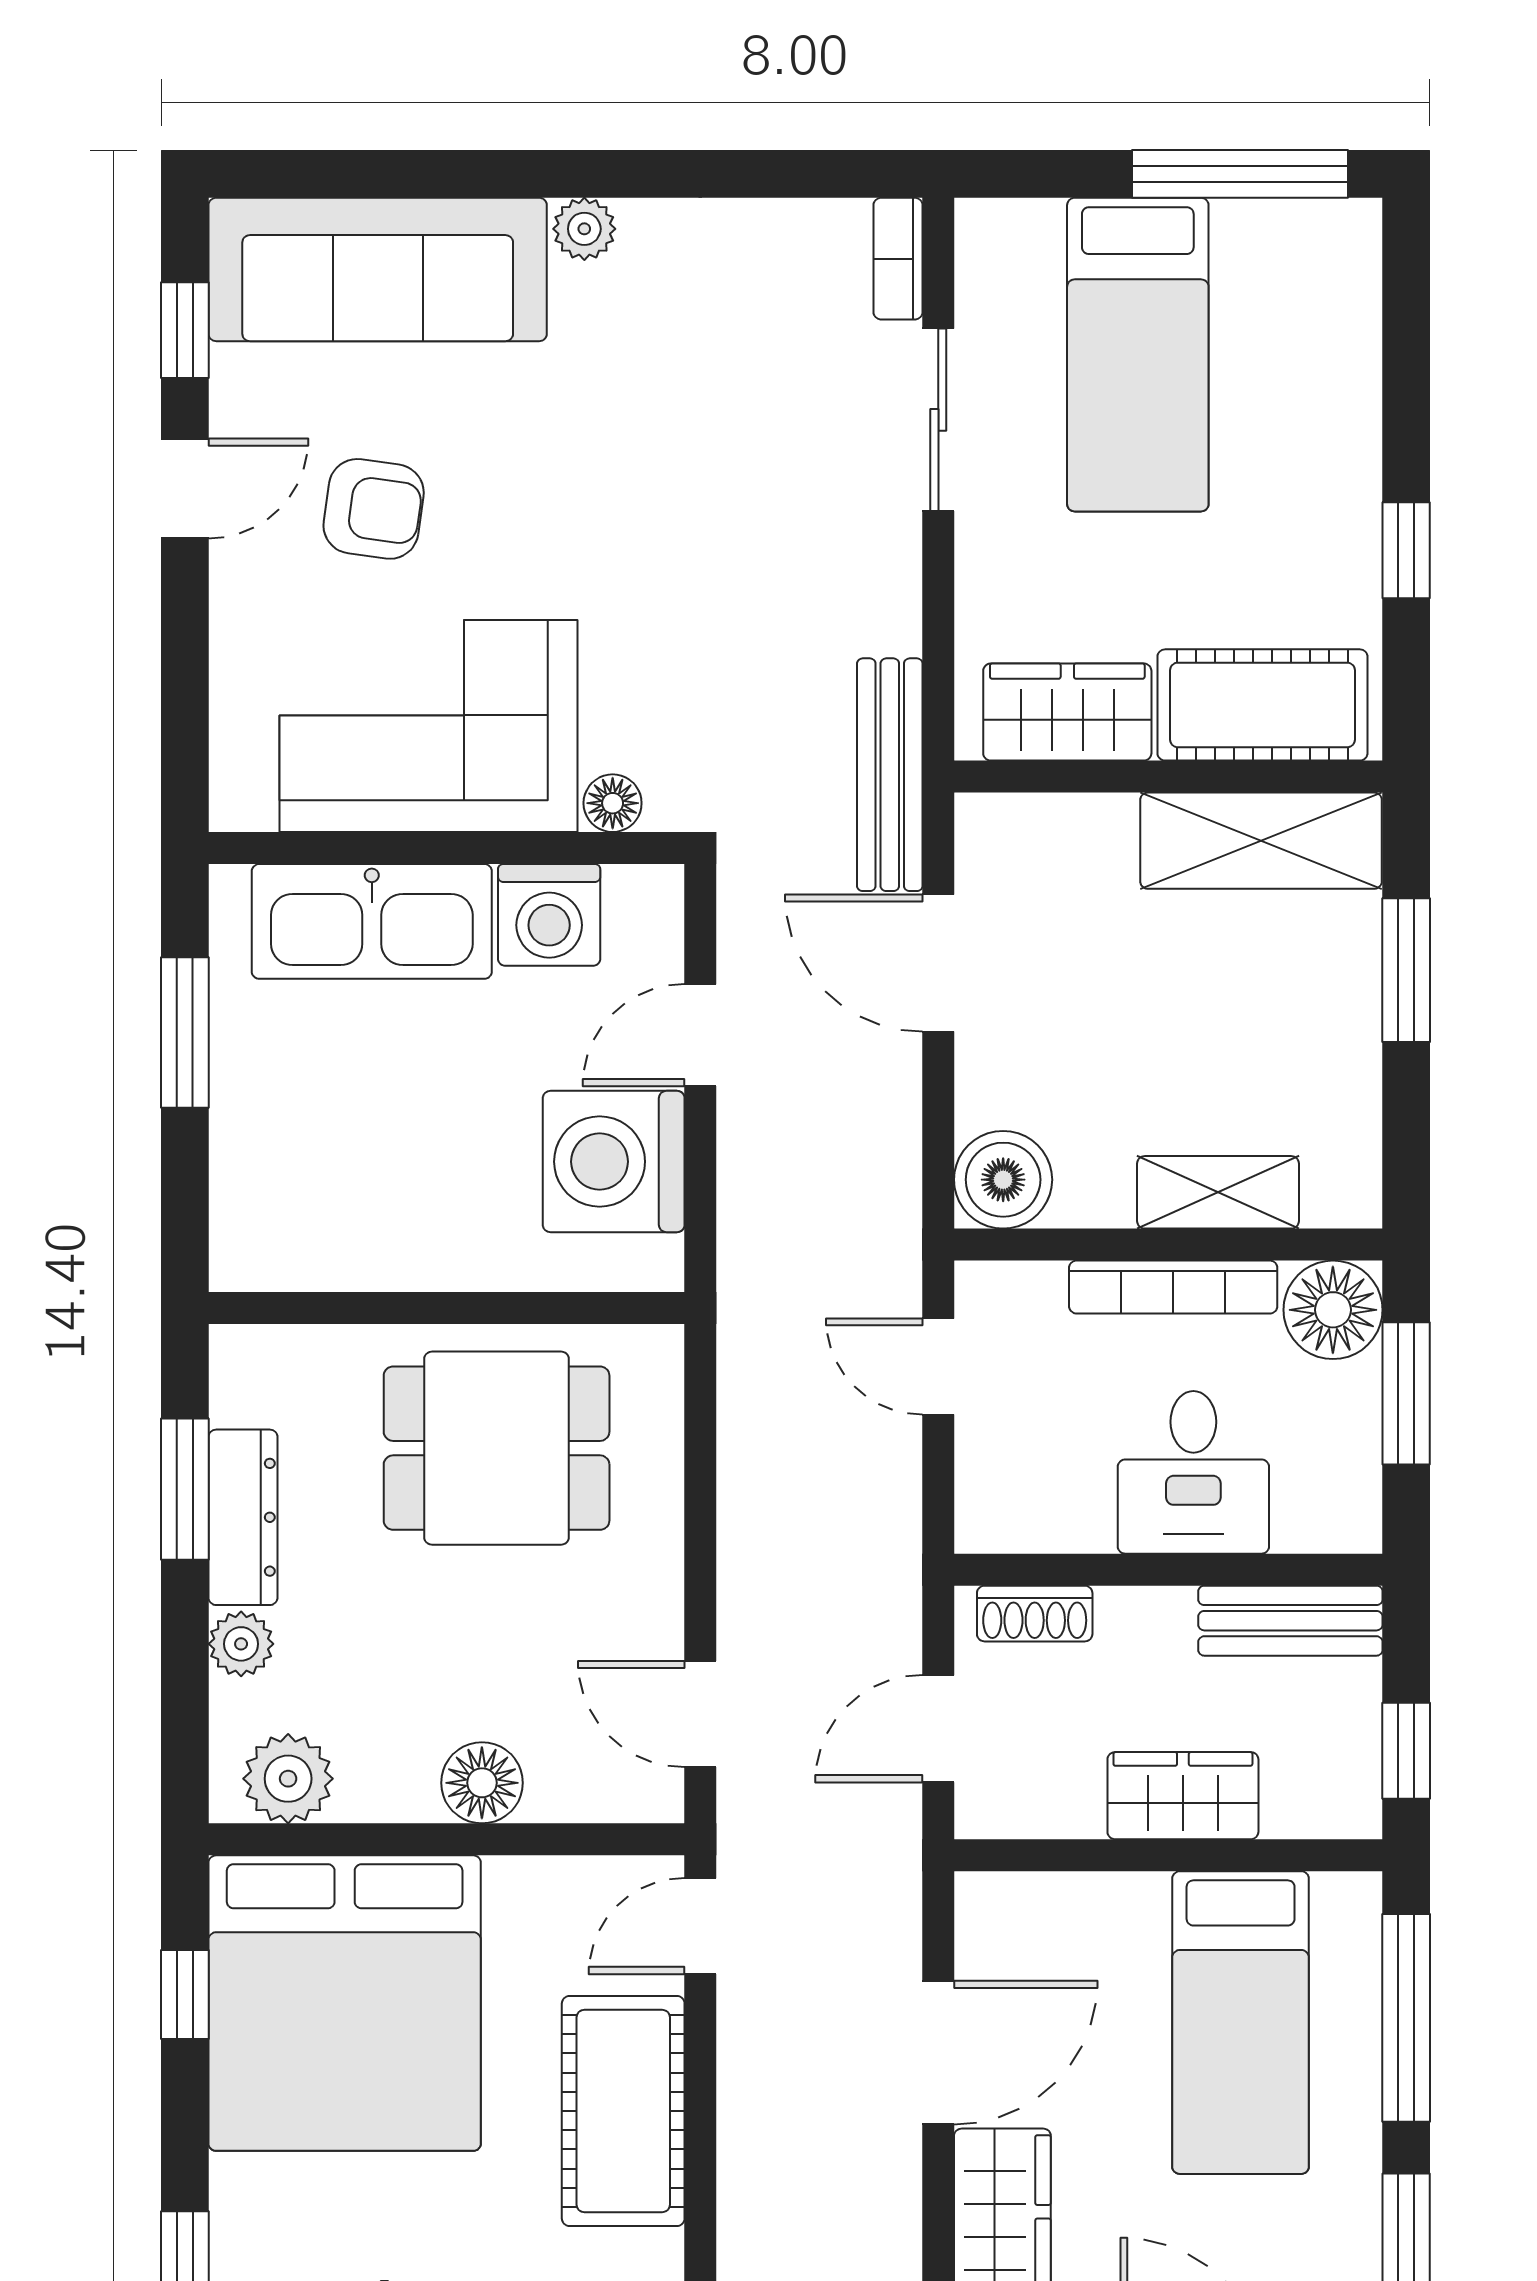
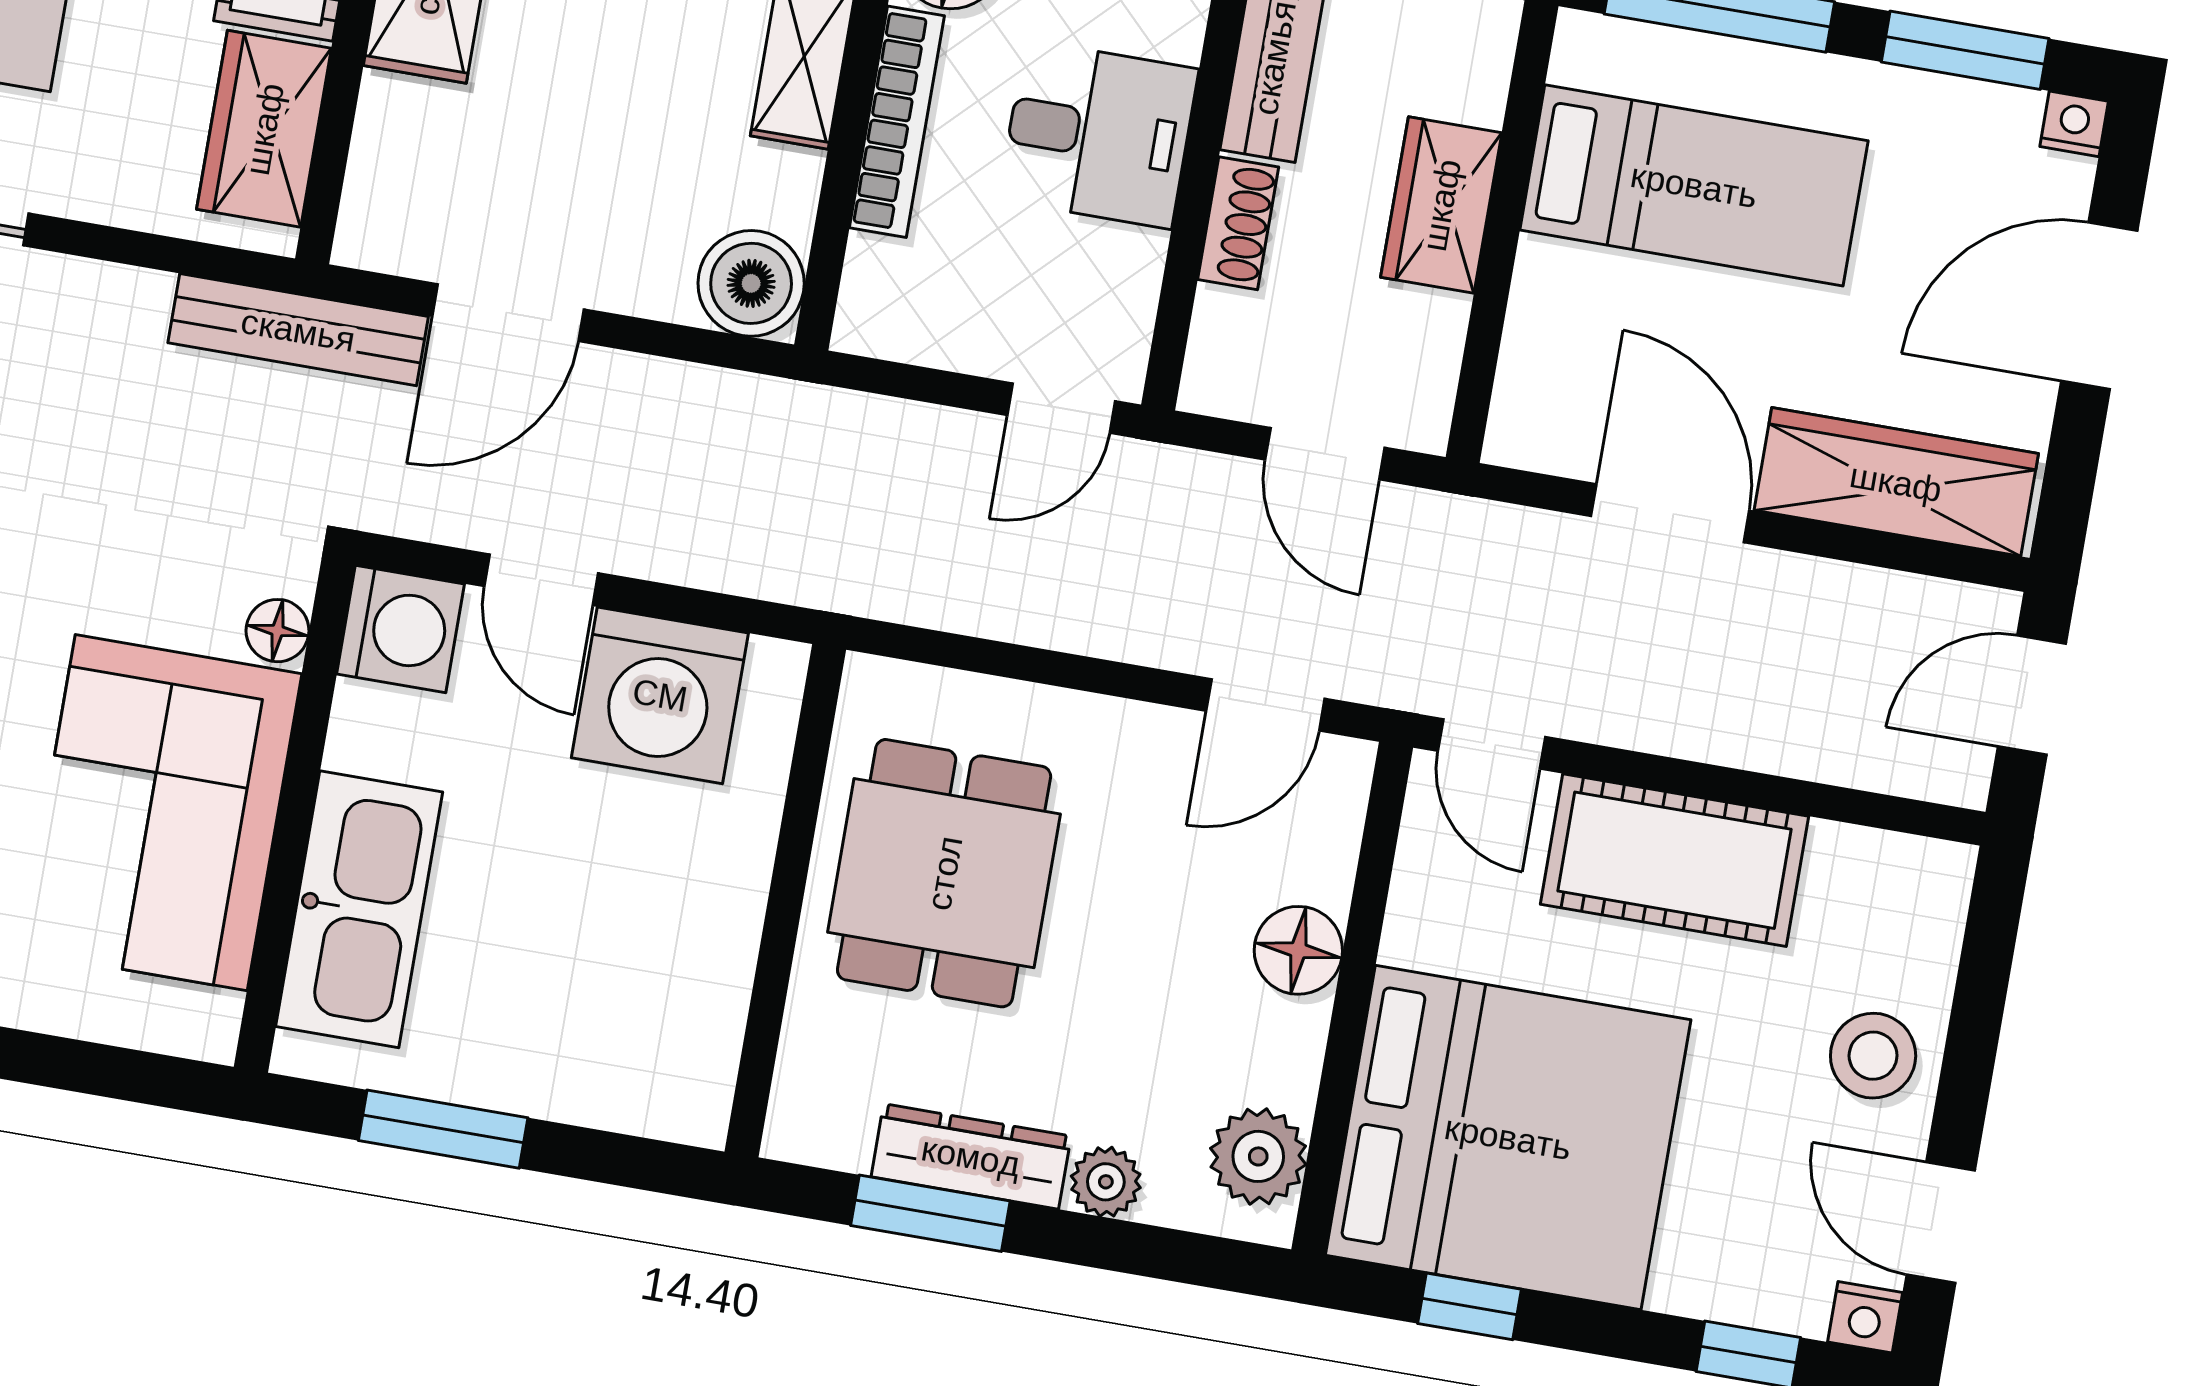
washing machine: (549, 915) -> (400, 629), moved
door: (938, 1366) -> (1061, 408), moved
shoe rack: (1035, 1614) -> (1238, 223), moved

